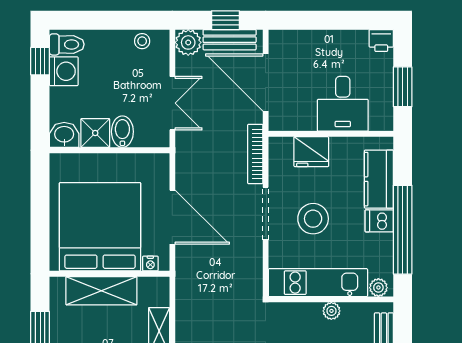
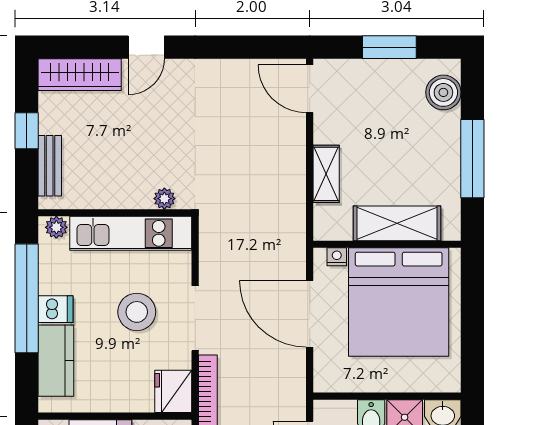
fridge: (311, 152) -> (173, 391), moved, turned -90
plant: (331, 311) -> (164, 199), moved

